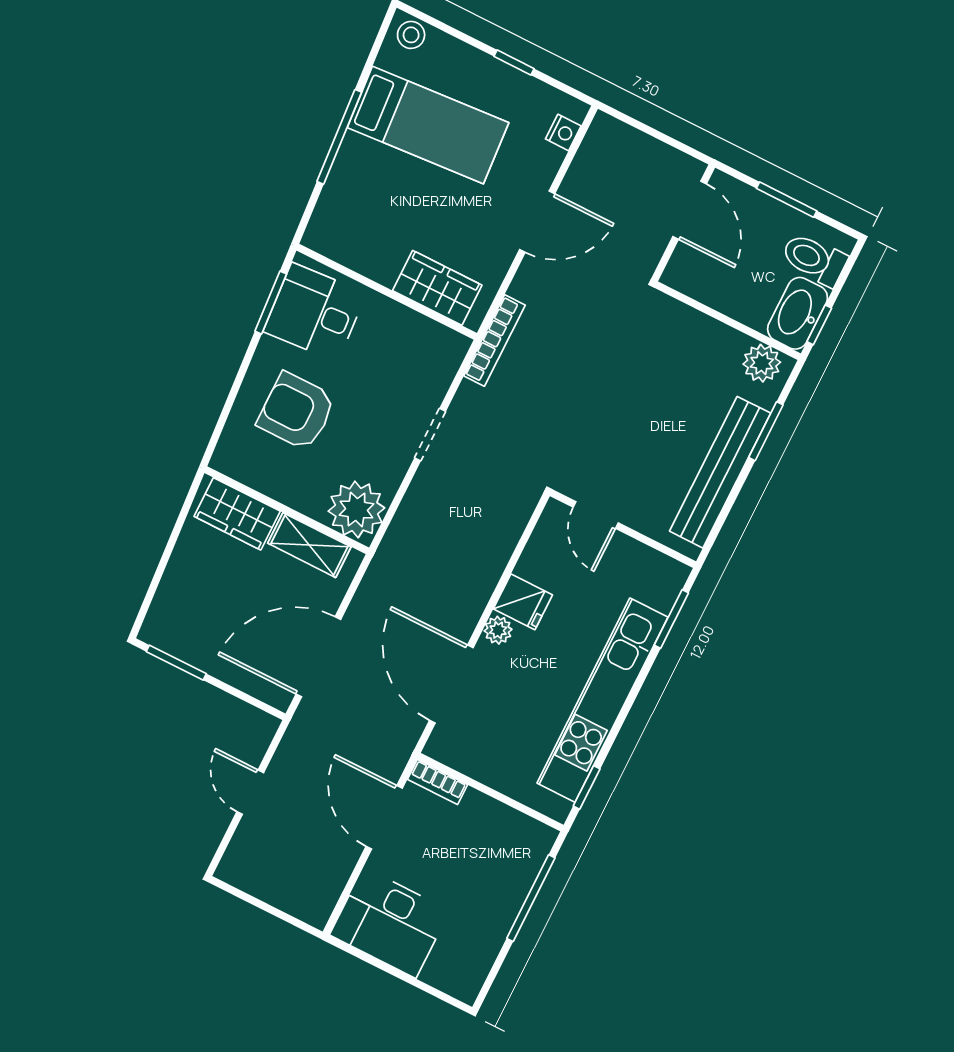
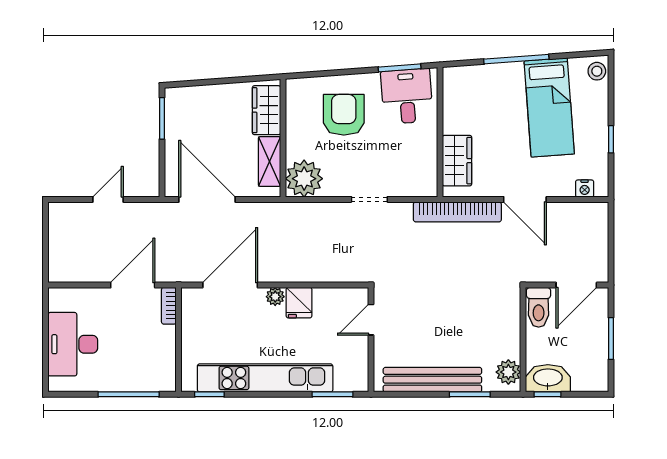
toilet: (814, 259) -> (539, 307), moved, turned 180
bookcase: (494, 340) -> (457, 212), width x1.48, depth x1.31
desk: (390, 923) -> (73, 344), moved

